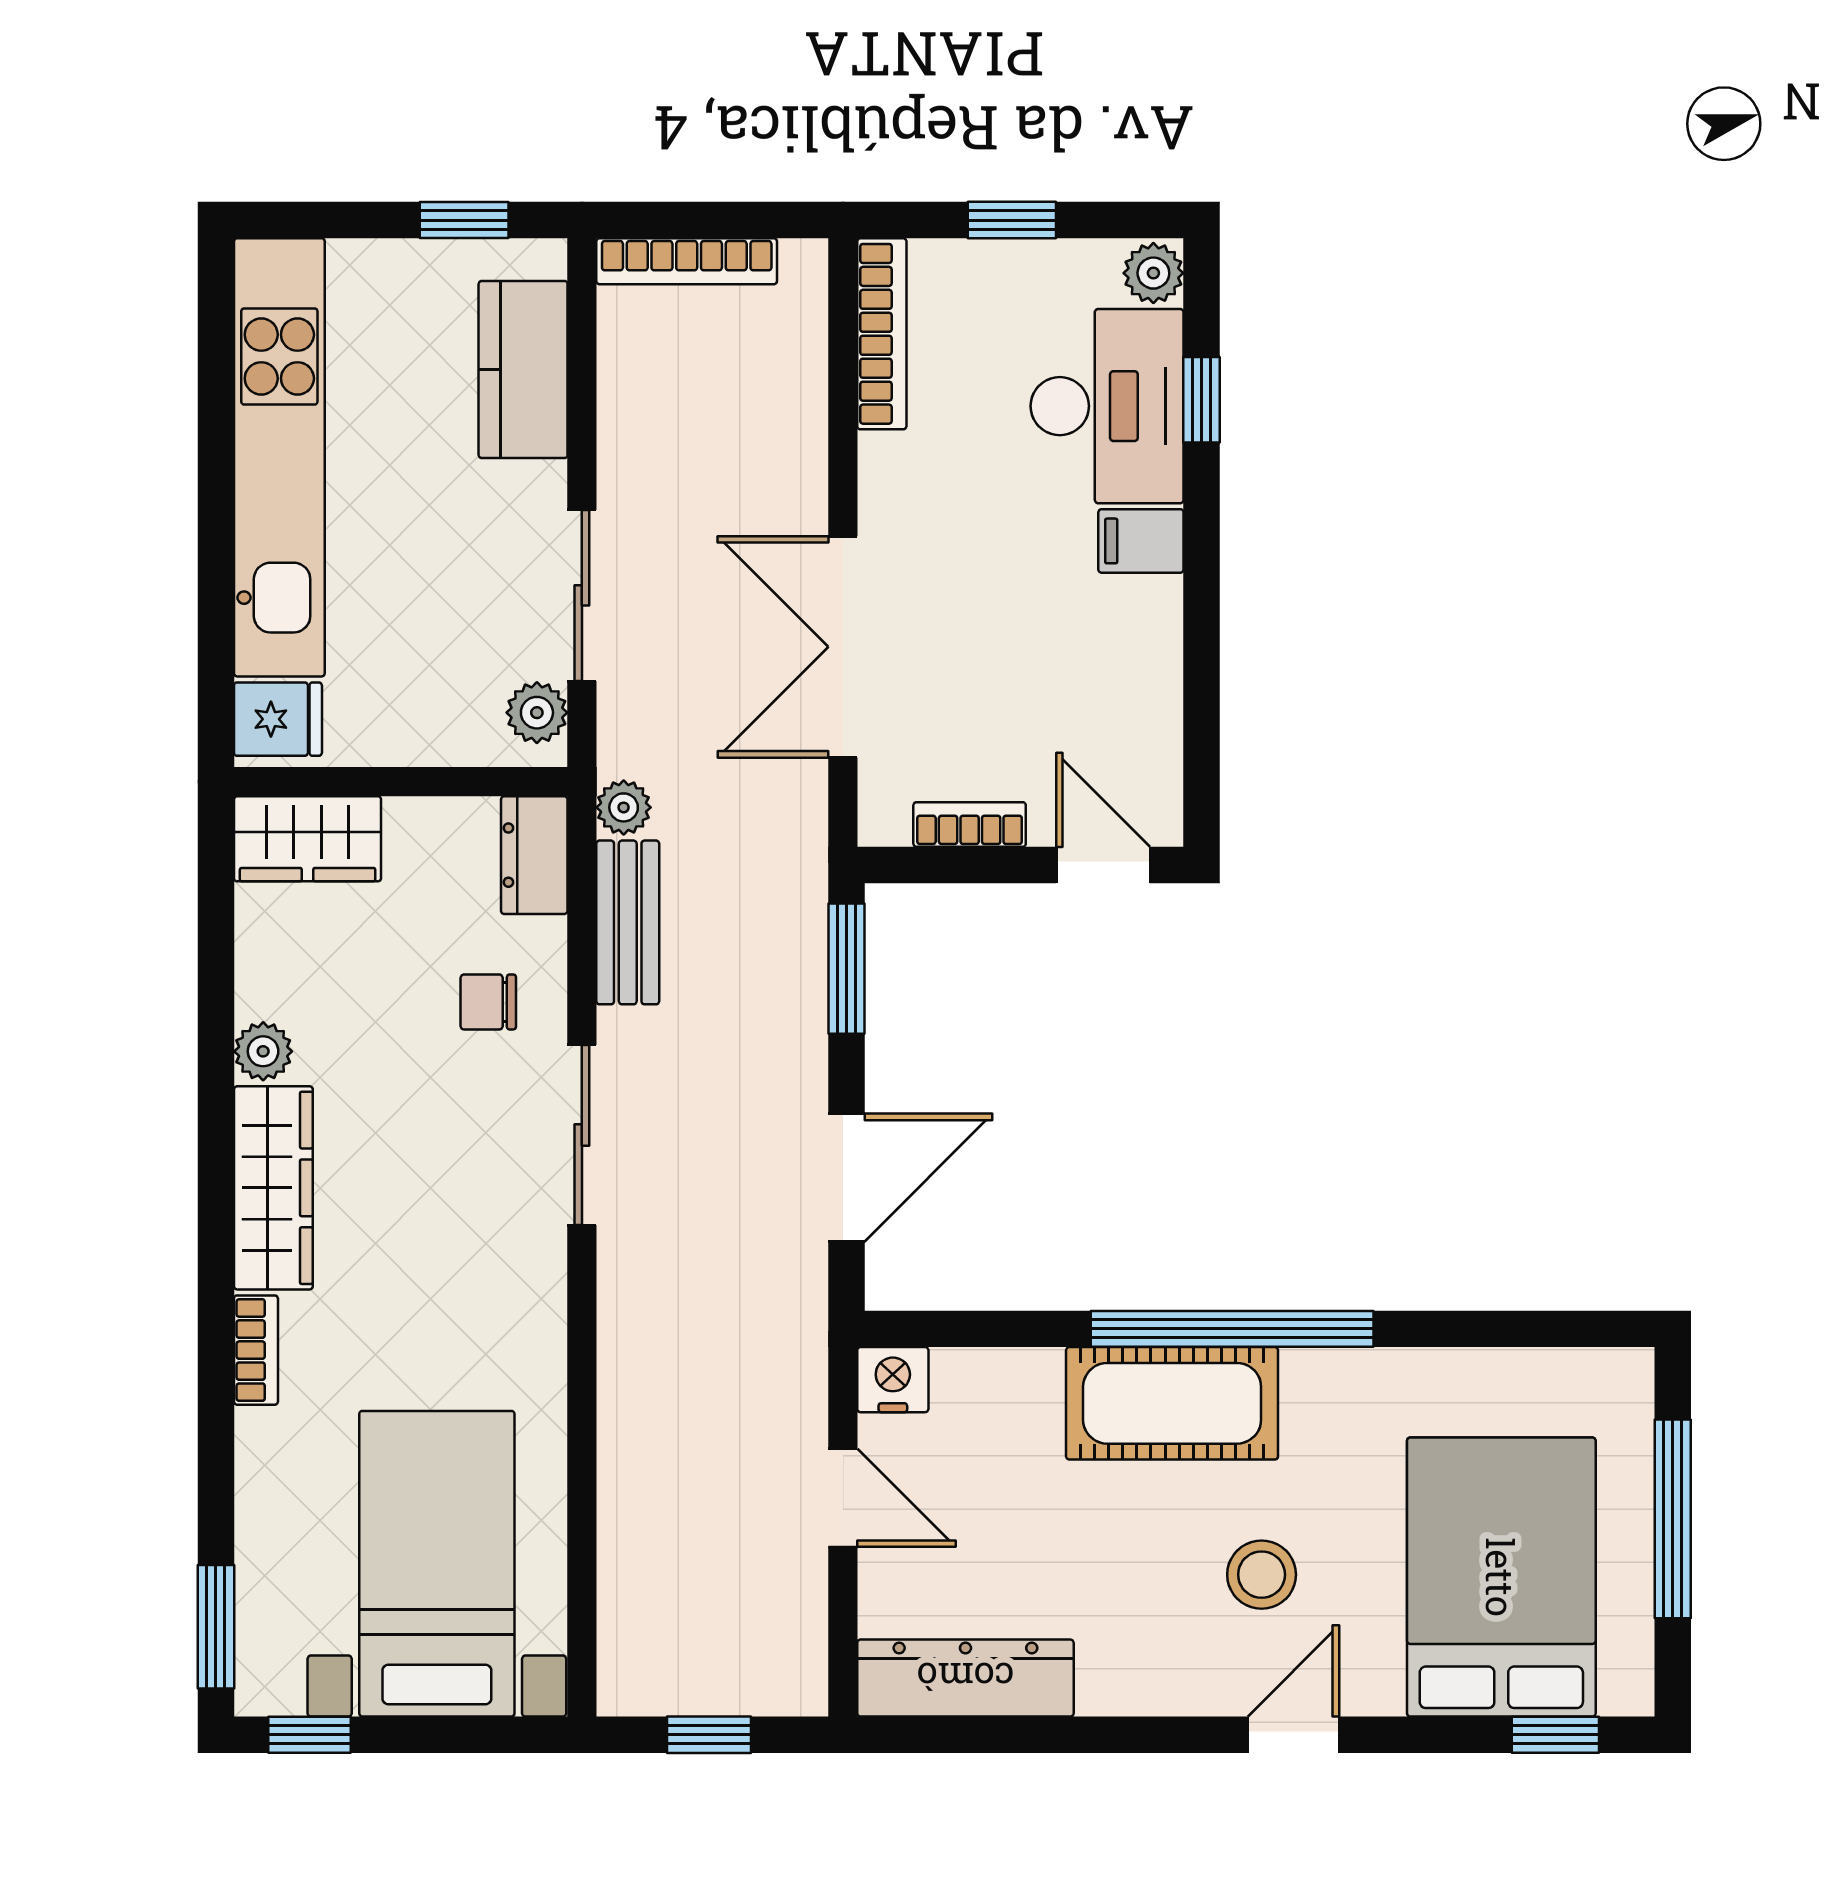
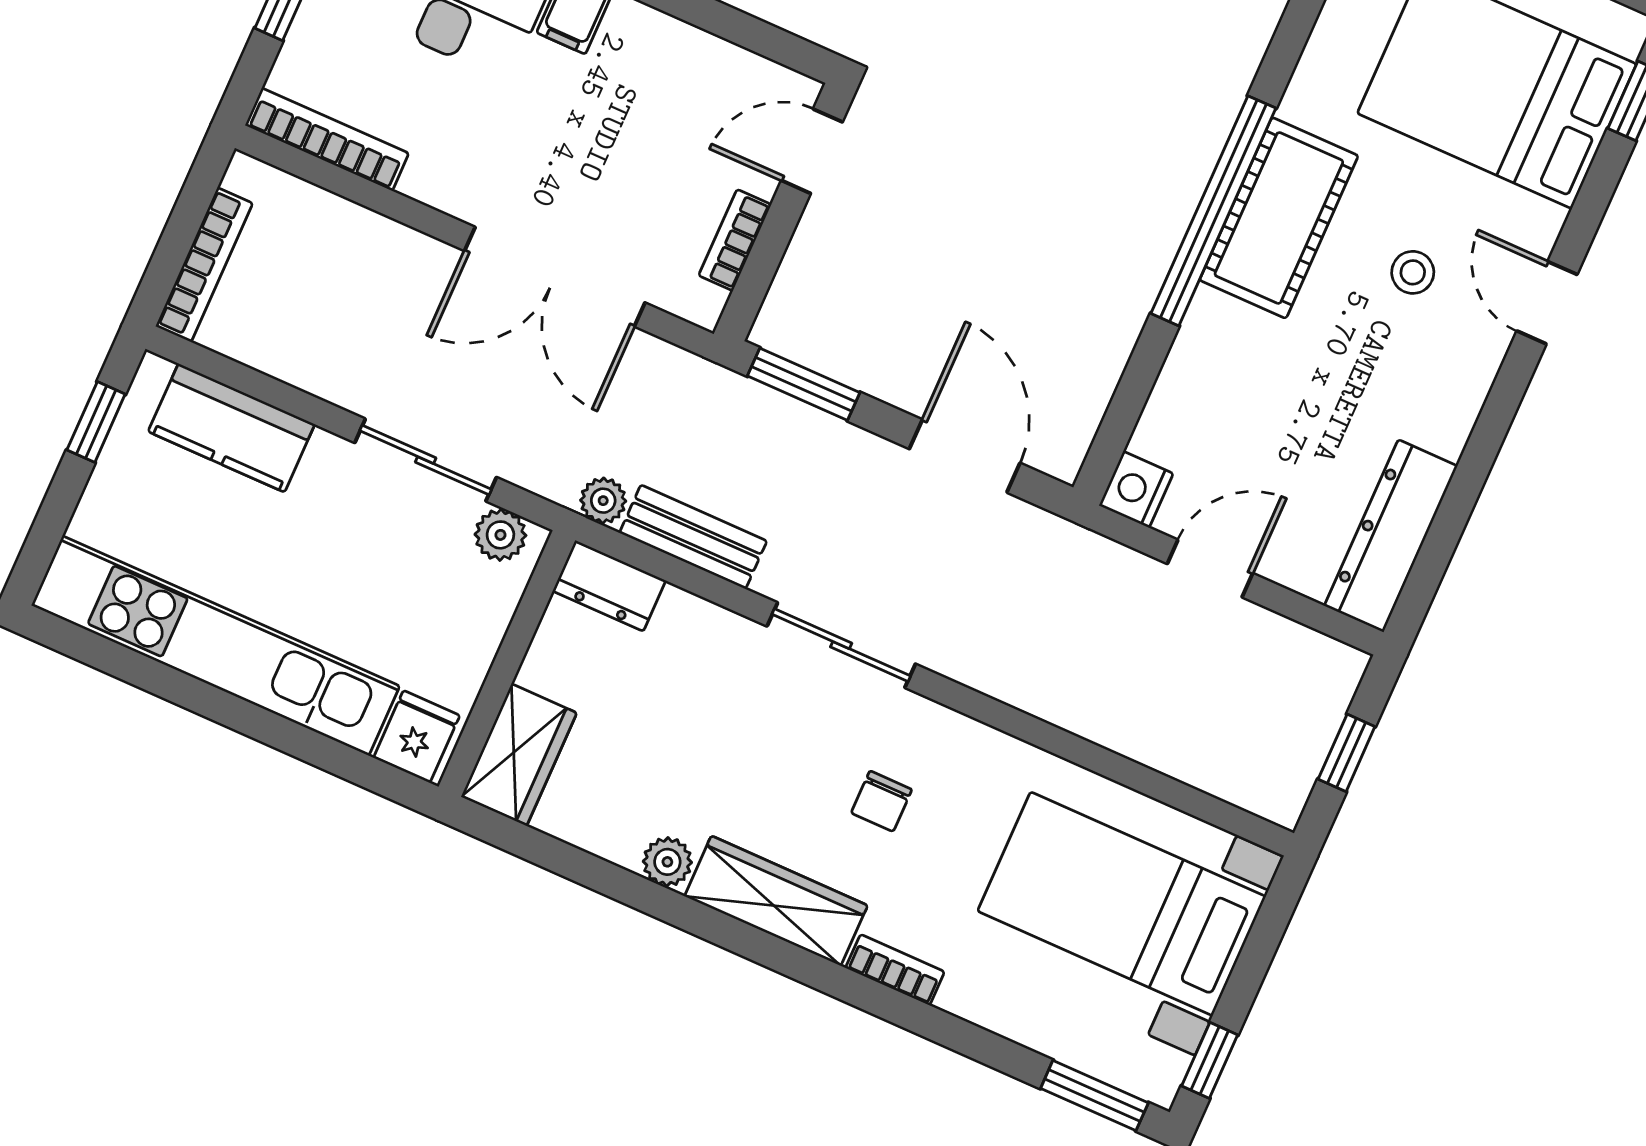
chair: (488, 1002) -> (881, 801), moved
cot: (1172, 1403) -> (1279, 218), moved
stool: (1262, 1575) -> (1413, 272), width x0.73, depth x0.73

